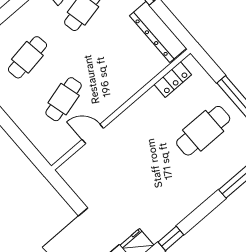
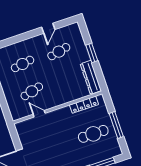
locker: (173, 79) -> (84, 105), width x1.53

